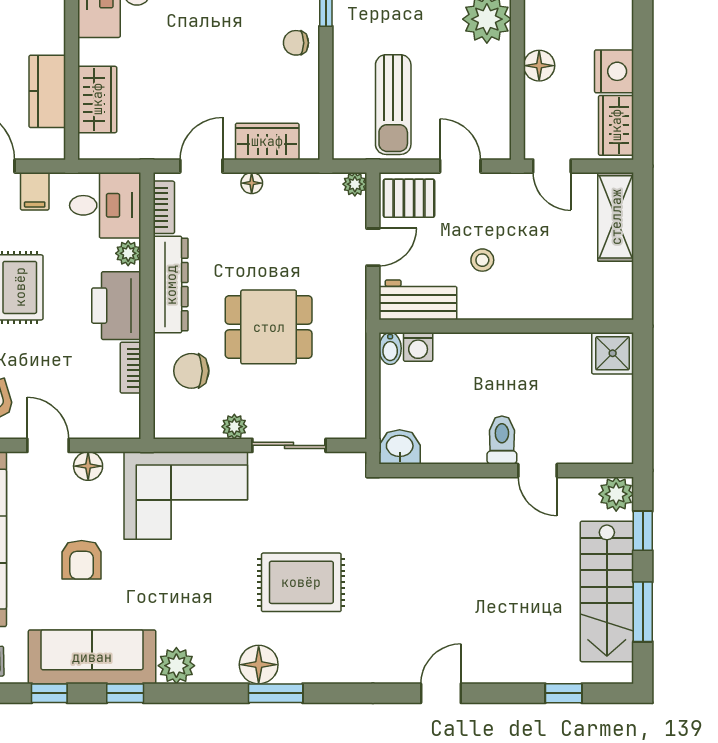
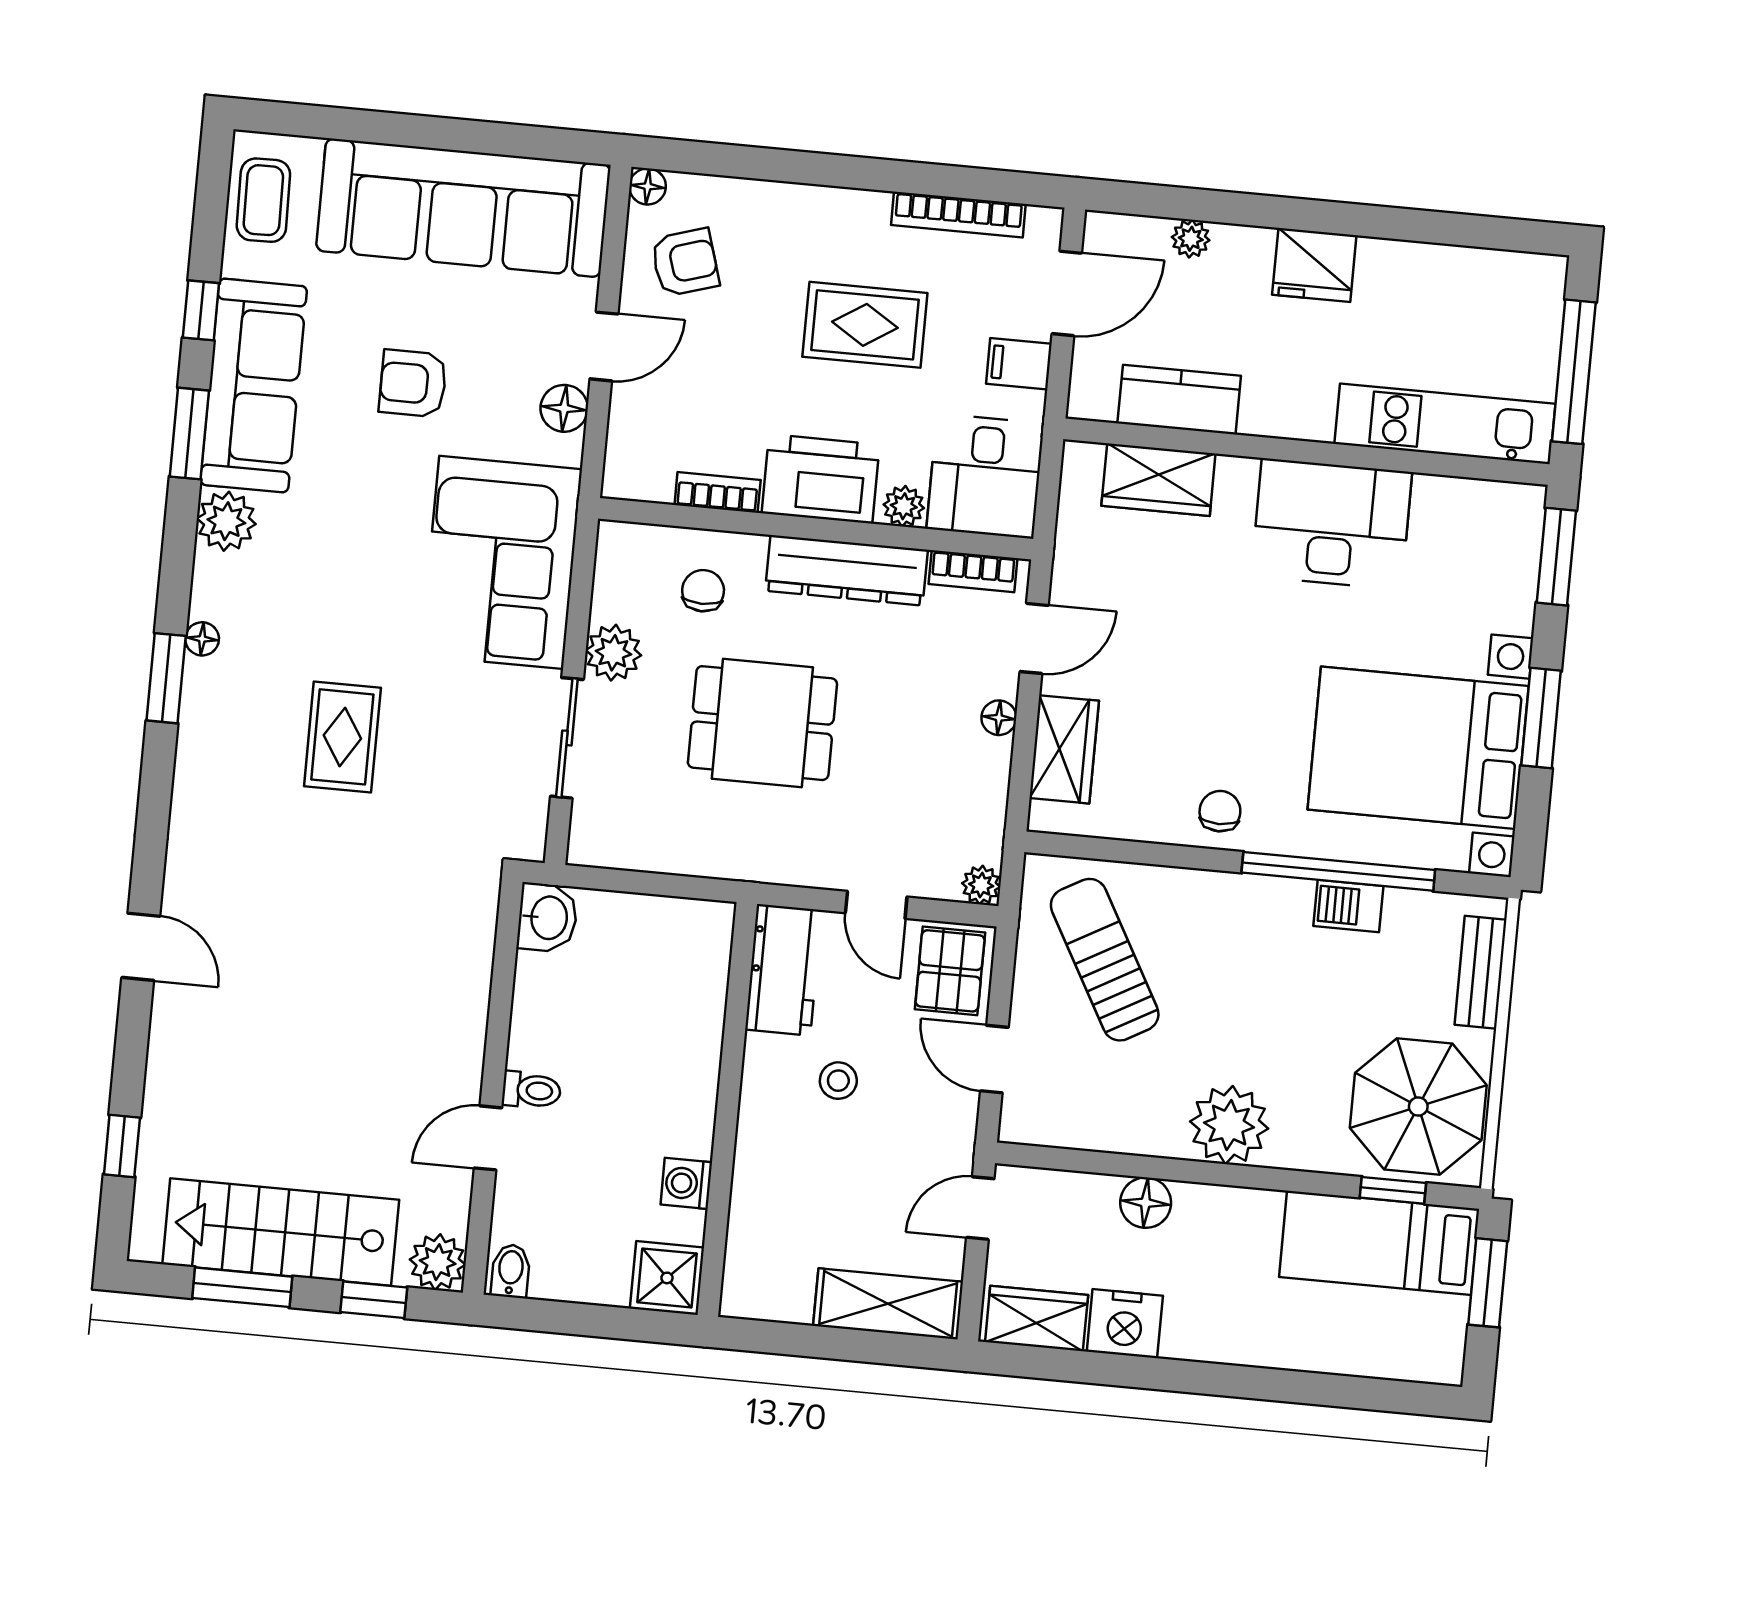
sun lounger: (393, 105) -> (1105, 960), turned 61
door: (201, 166) -> (1034, 638), hinge flipped
door: (460, 166) -> (994, 1059), swing flipped
dining table: (269, 327) -> (762, 723), turned 90
washing machine: (418, 347) -> (686, 1183), moved
bidet: (390, 348) -> (511, 1271), moved, turned 90
chair: (191, 371) -> (703, 591), width x0.73, depth x0.73
plant: (234, 427) -> (613, 653), width x1.38, depth x1.38
toilet: (502, 440) -> (531, 1090), width x0.73, depth x0.72
rug: (301, 582) -> (342, 737), width x0.73, depth x0.70
floor lamp: (259, 665) -> (202, 639), width x0.53, depth x0.53
window: (125, 693) -> (189, 434), width x1.50

